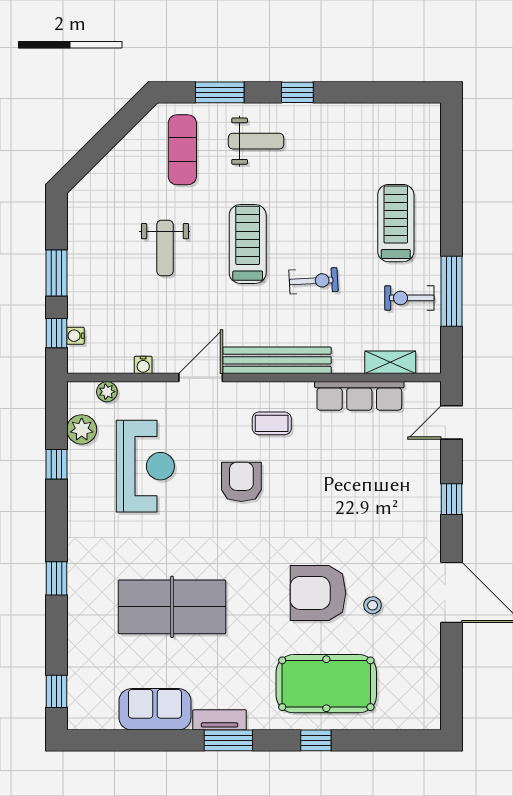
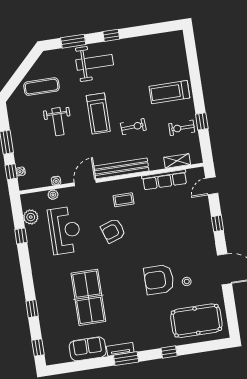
weight bench: (256, 141) -> (95, 62), width x1.36, depth x1.33
exercise mat: (182, 150) -> (42, 87), moved, turned 90
treadmill: (396, 223) -> (169, 92), turned -90
treadmill: (248, 244) -> (98, 114), turned 180
window: (451, 291) -> (202, 121), width x0.46
plant: (107, 392) -> (53, 195), moved
armchair: (241, 482) -> (113, 231), turned -109
window: (56, 578) -> (32, 309), moved
table tennis table: (172, 607) -> (88, 297), turned 90
pool table: (326, 684) -> (196, 321), moved

